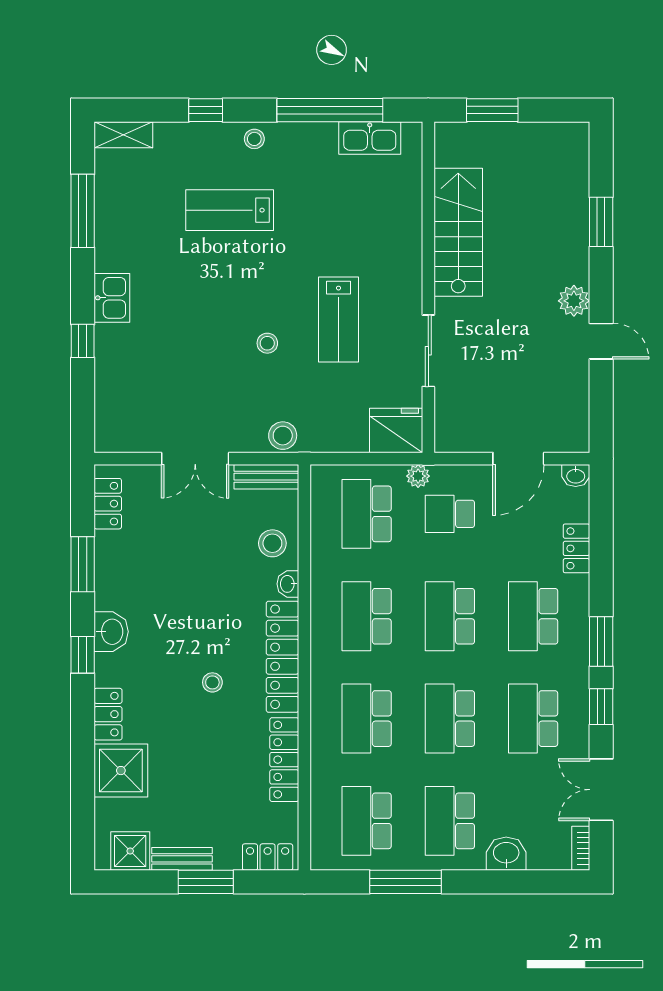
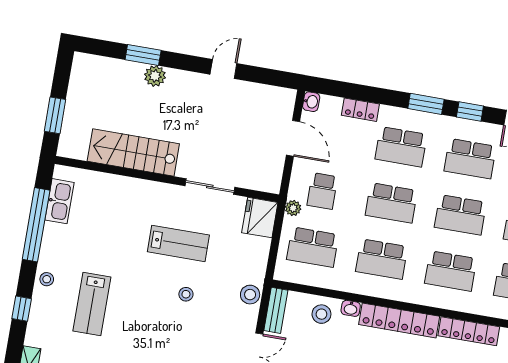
plant: (574, 301) -> (155, 76), moved

